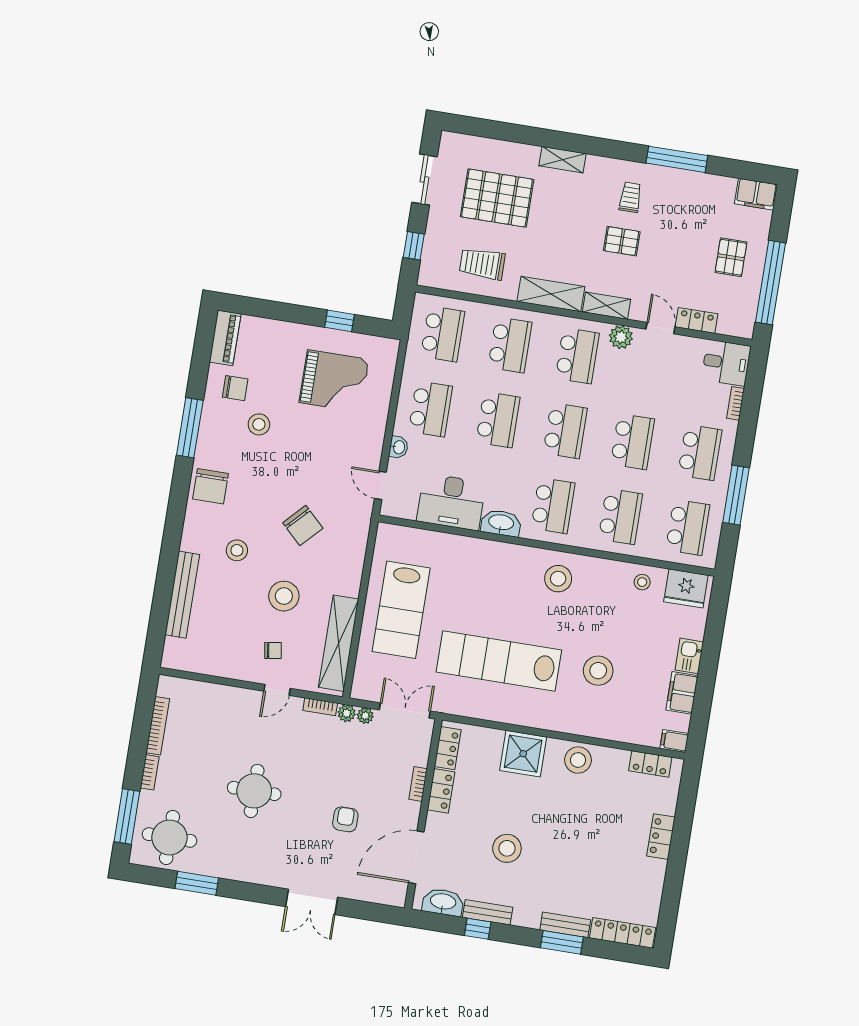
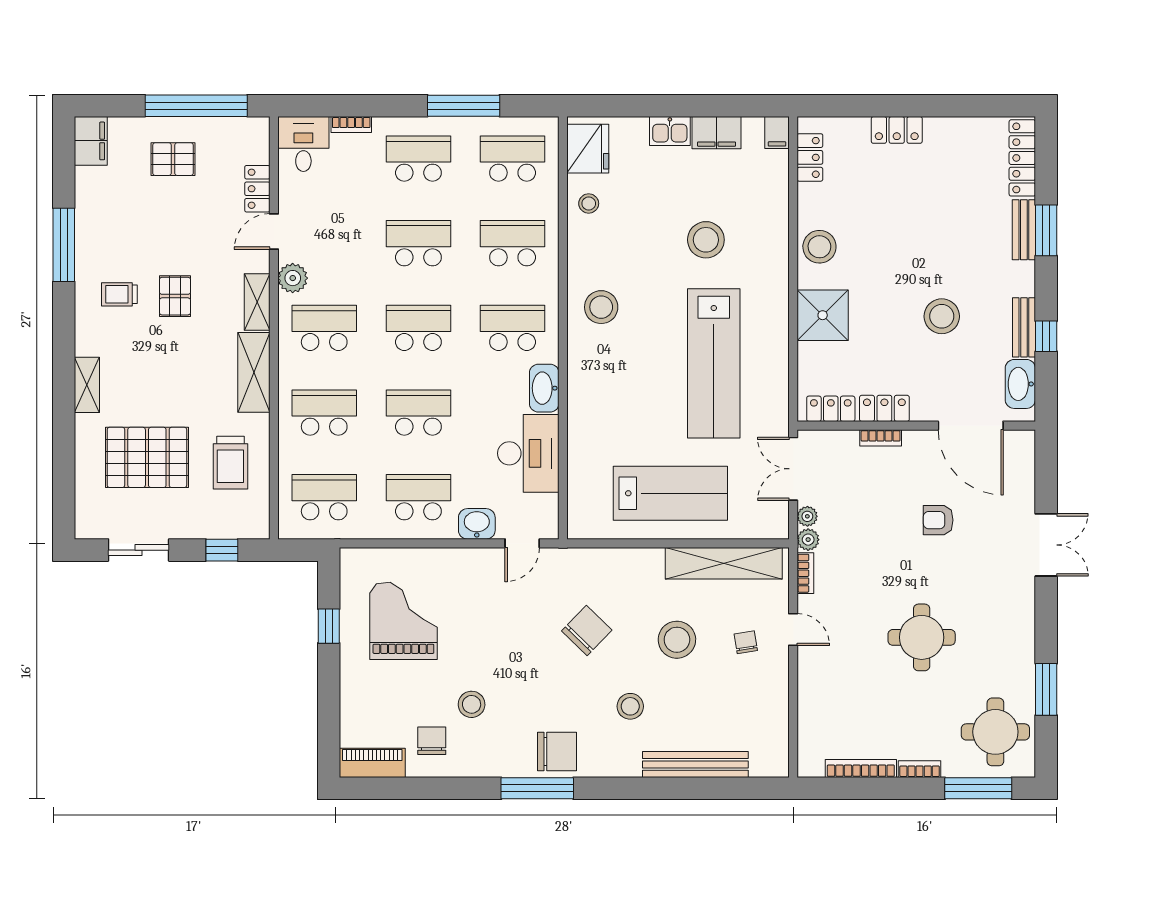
pallet: (497, 198) -> (147, 457), turned 90
window: (190, 428) -> (537, 788), moved
washbasin: (399, 447) -> (477, 524), width x1.38, depth x1.45

